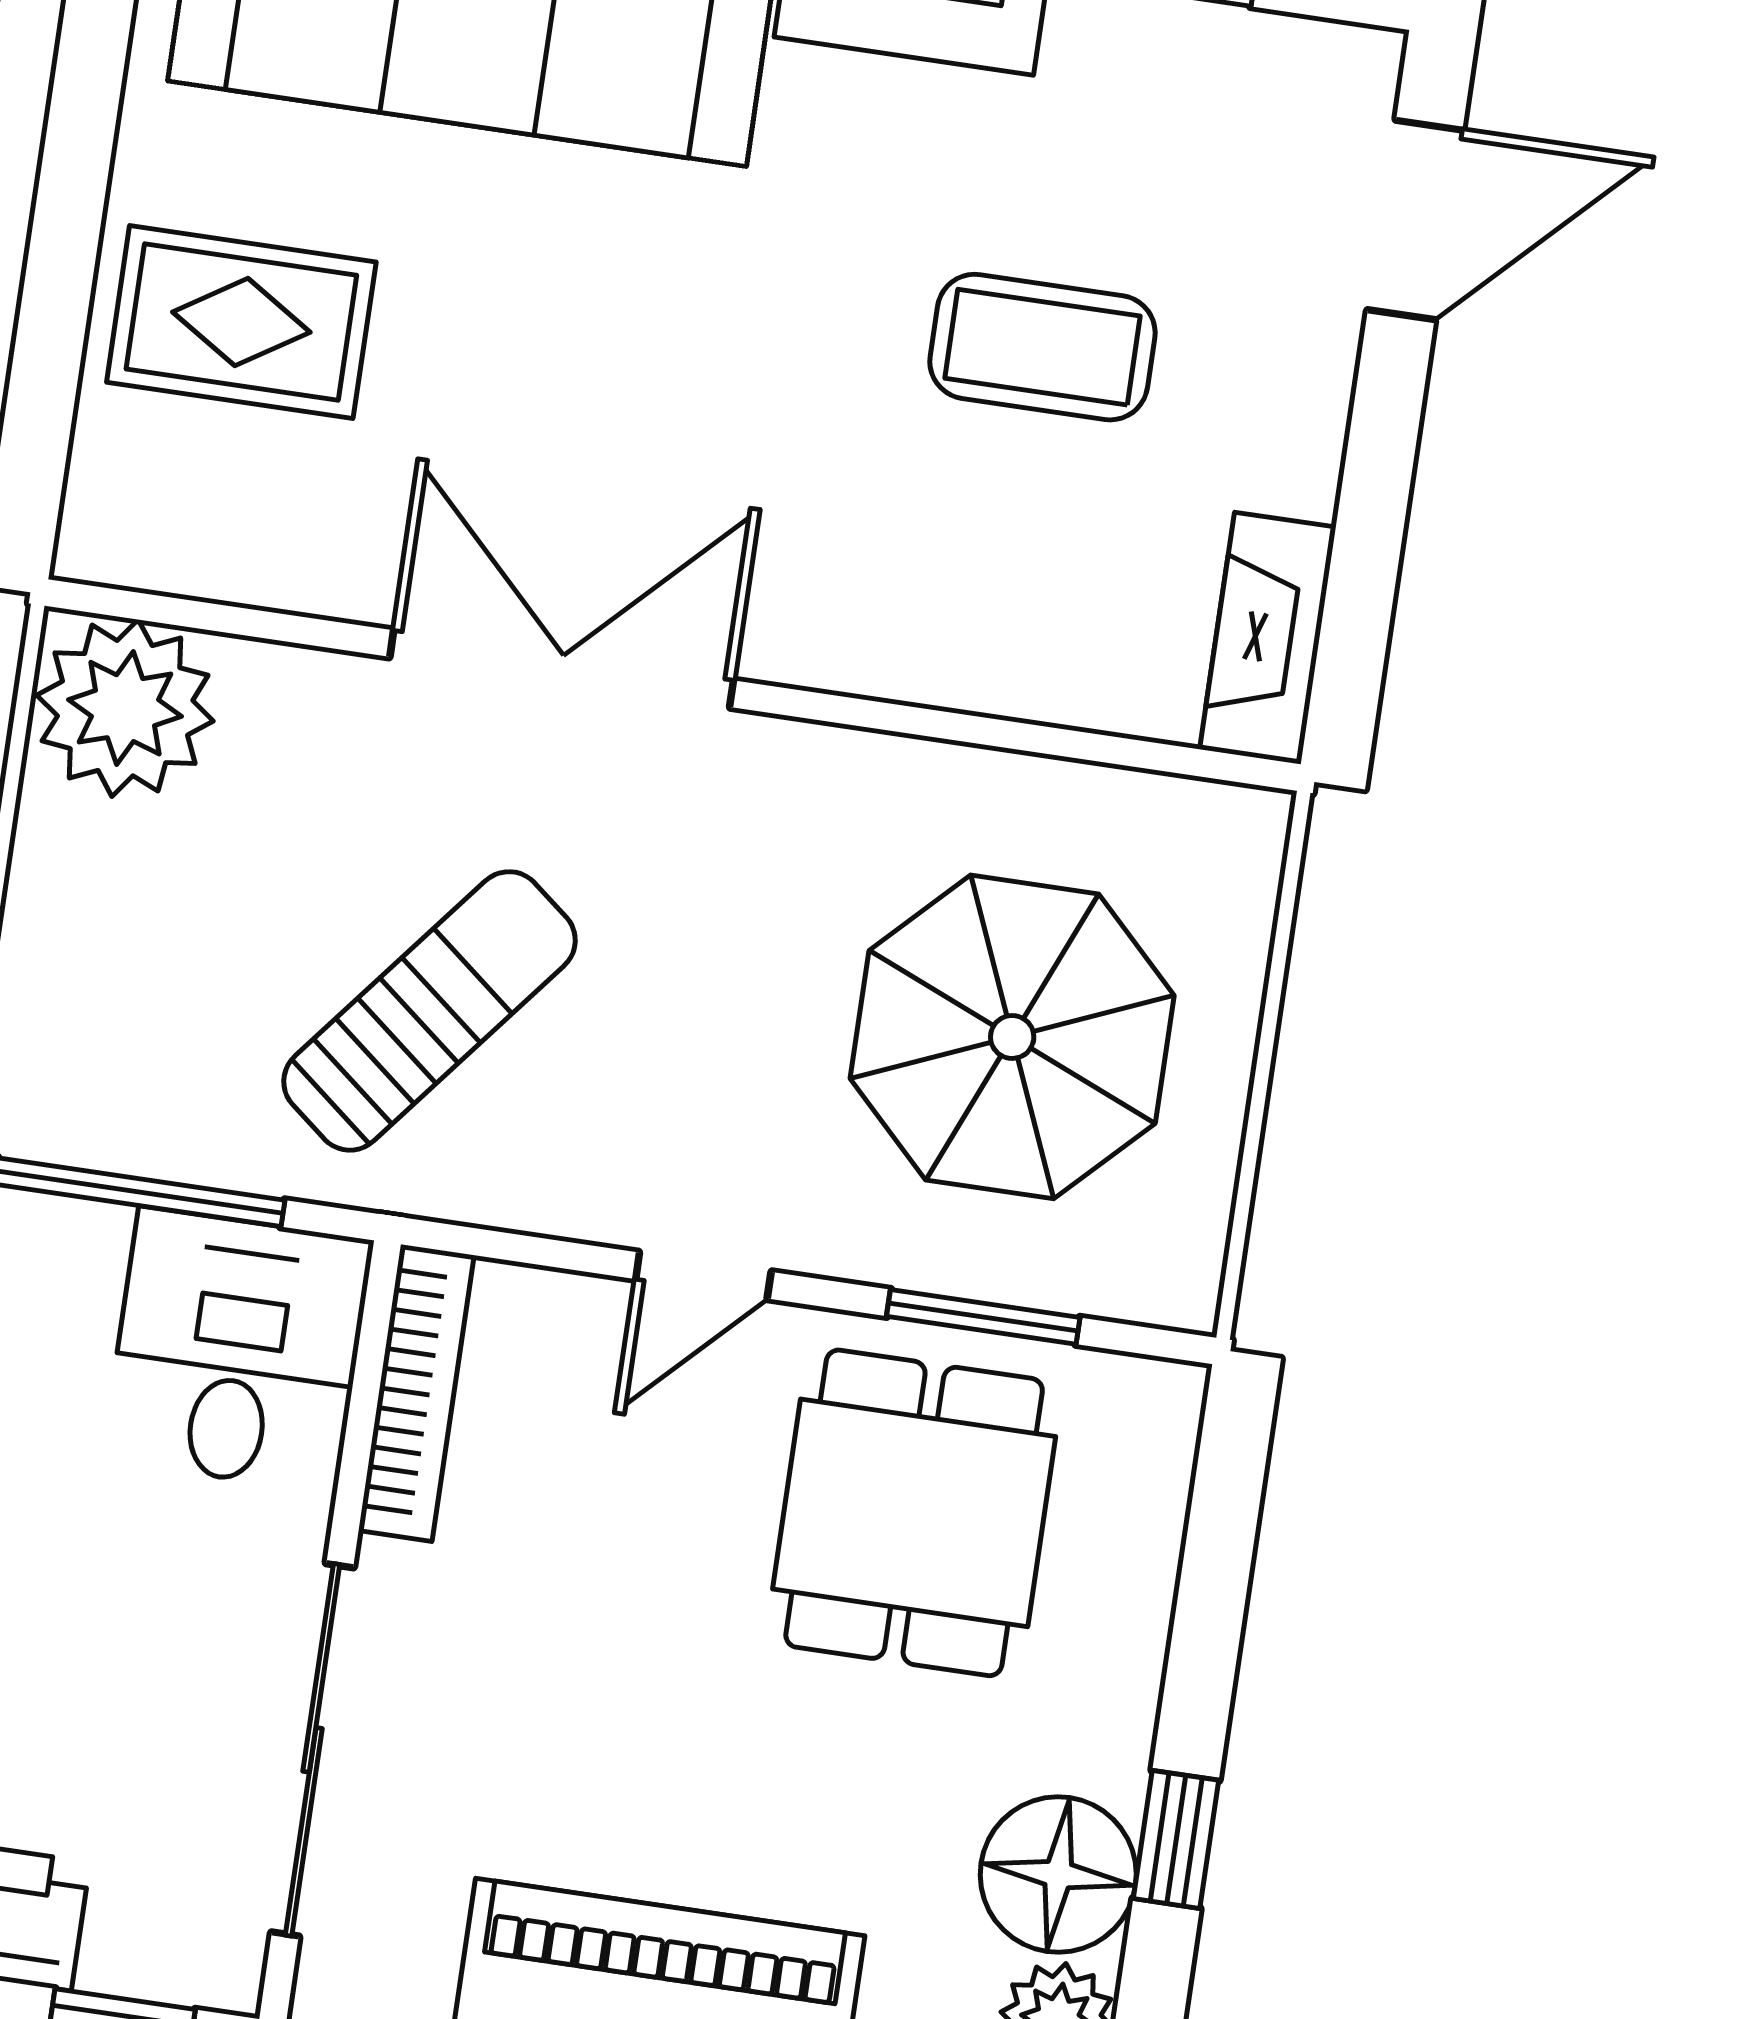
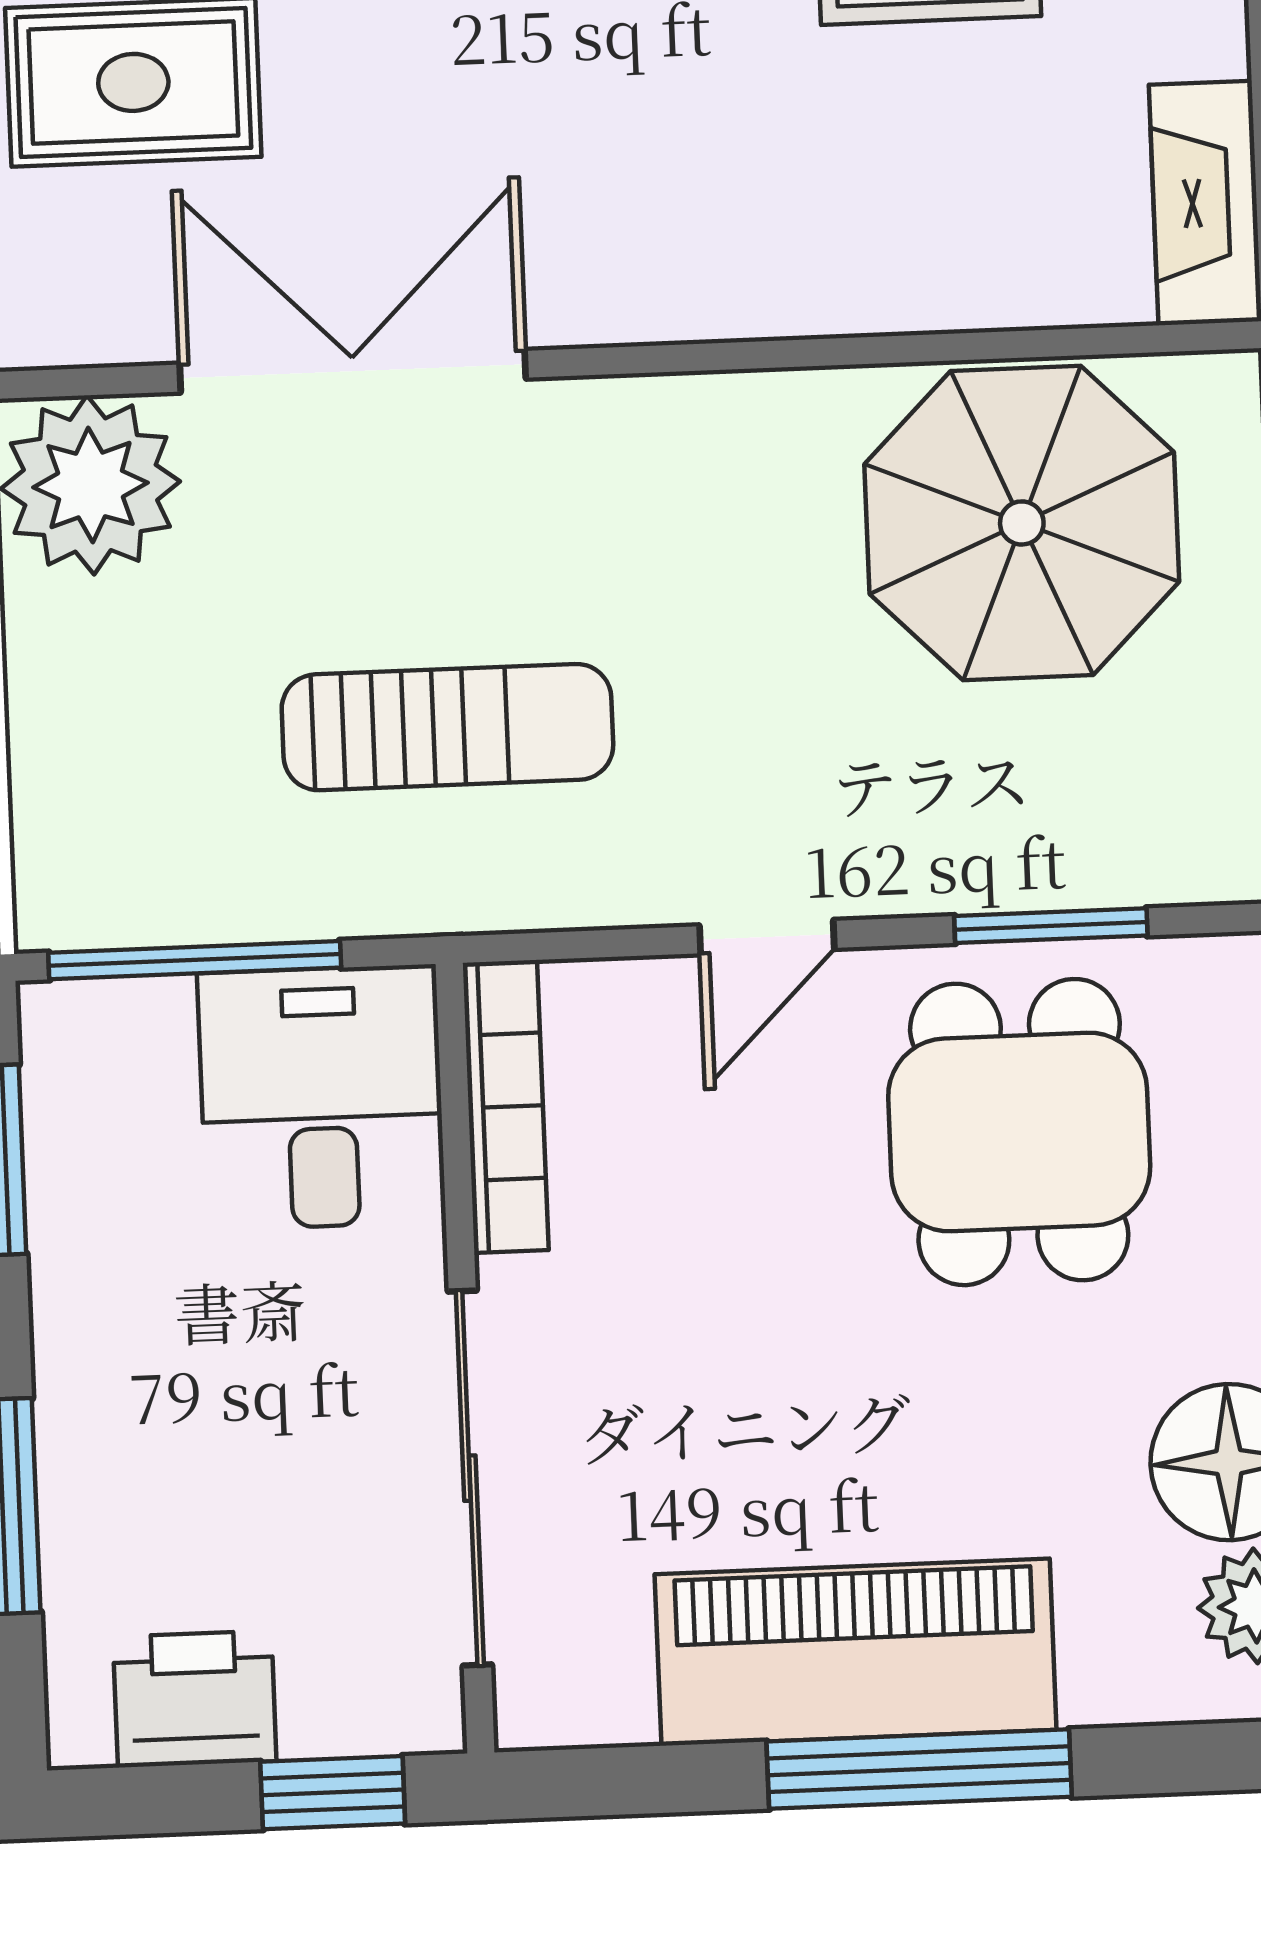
double door: (562, 669) -> (353, 371), moved
sun lounger: (430, 1011) -> (447, 727), turned 51
parasol: (1012, 1037) -> (1022, 523), moved

